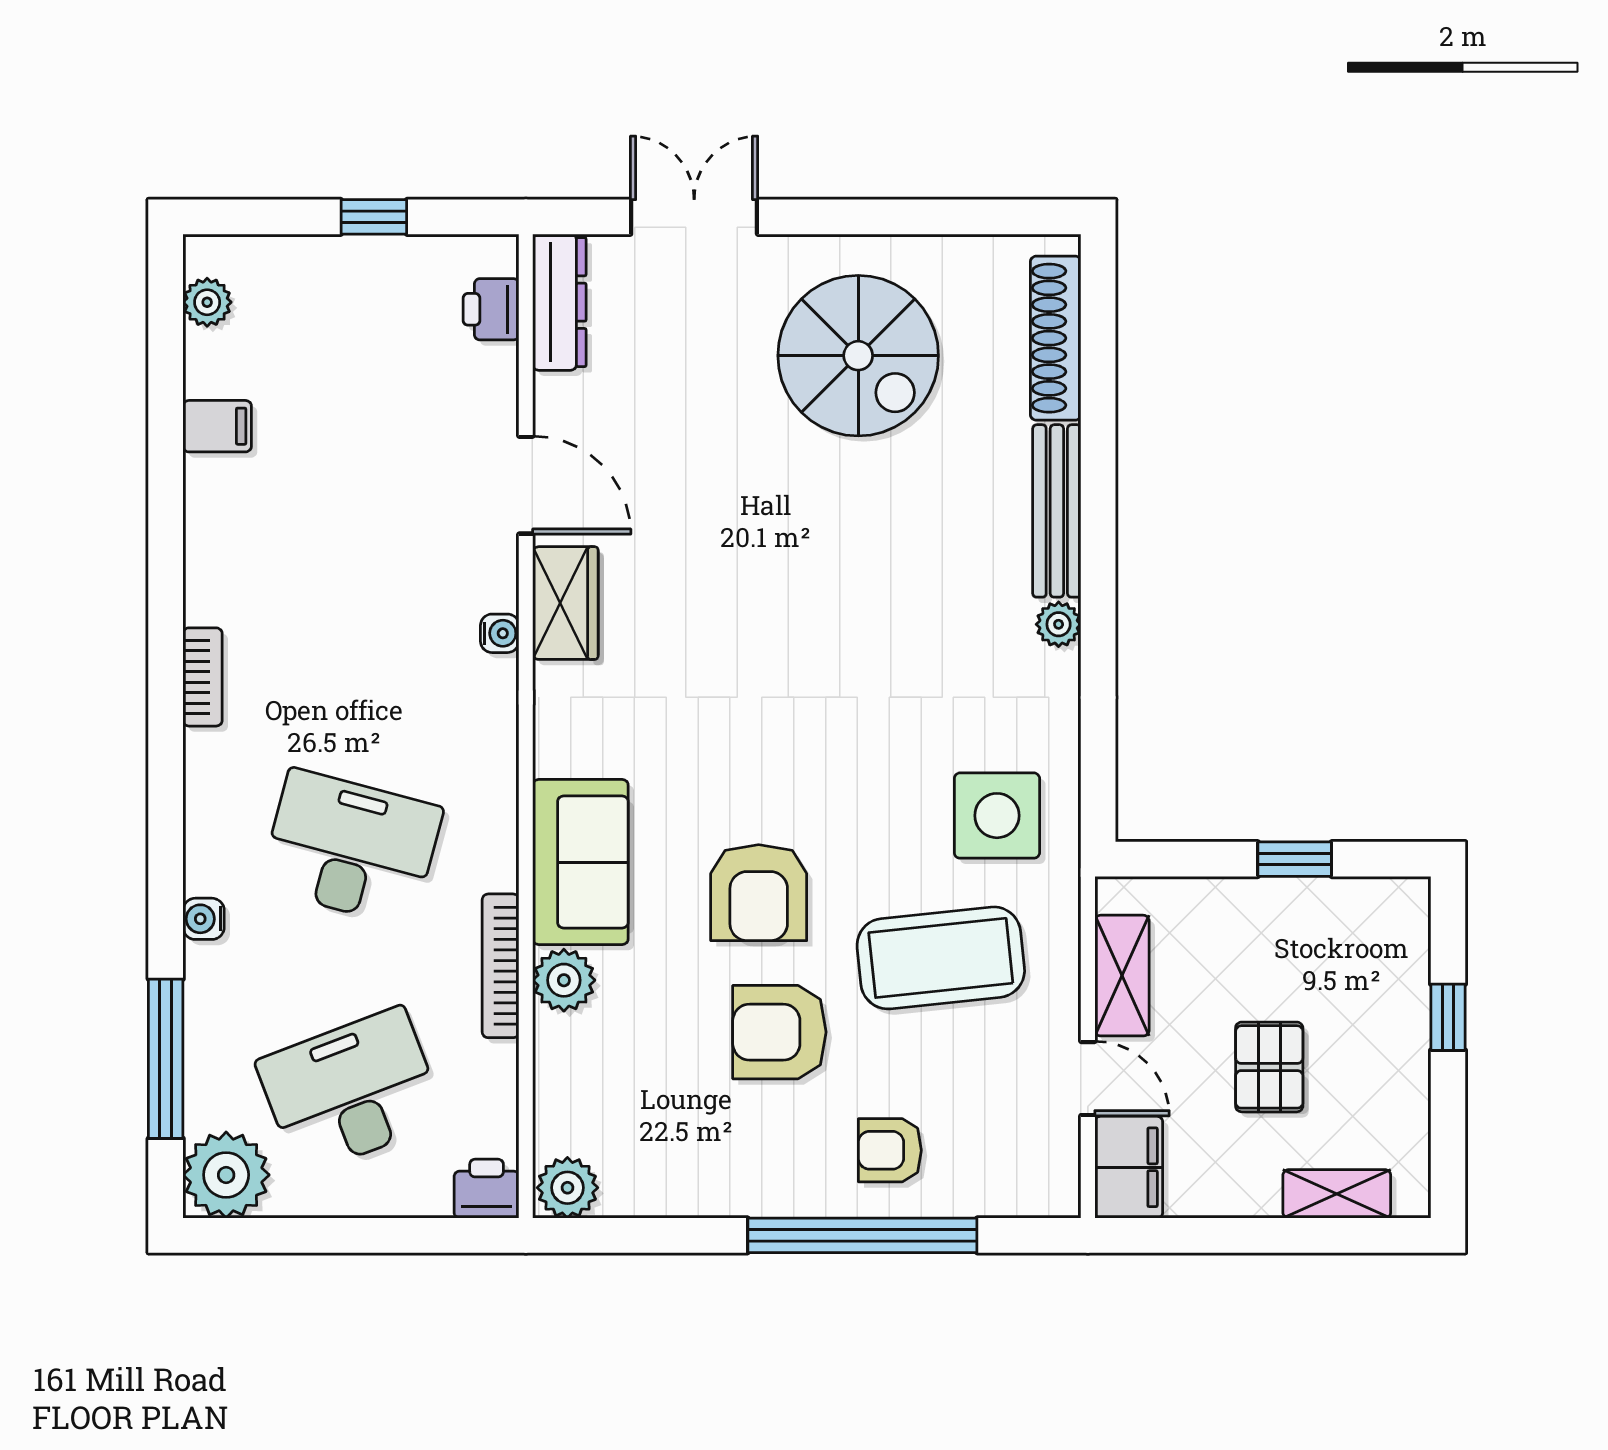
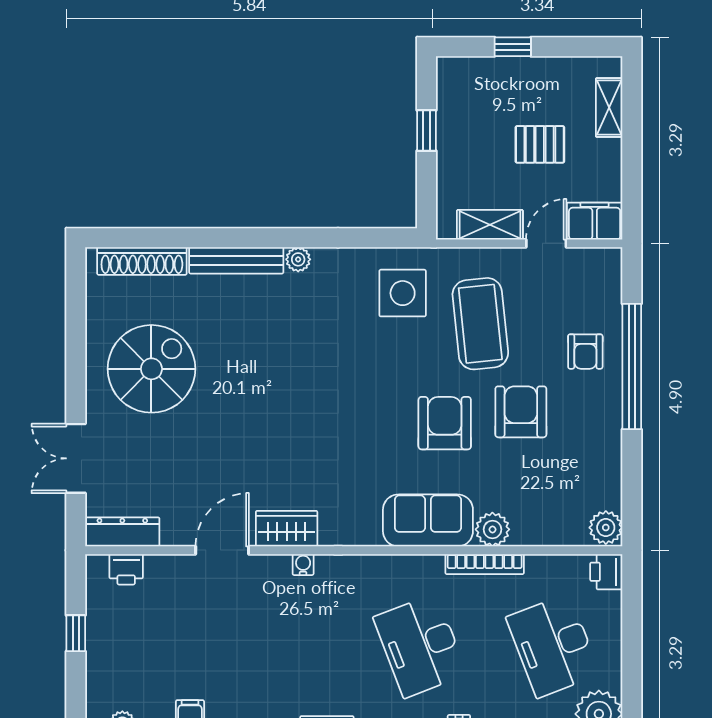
desk: (351, 848) -> (420, 646), turned -36
armchair: (759, 893) -> (445, 423), turned -90
armchair: (779, 1032) -> (521, 412), turned 180

